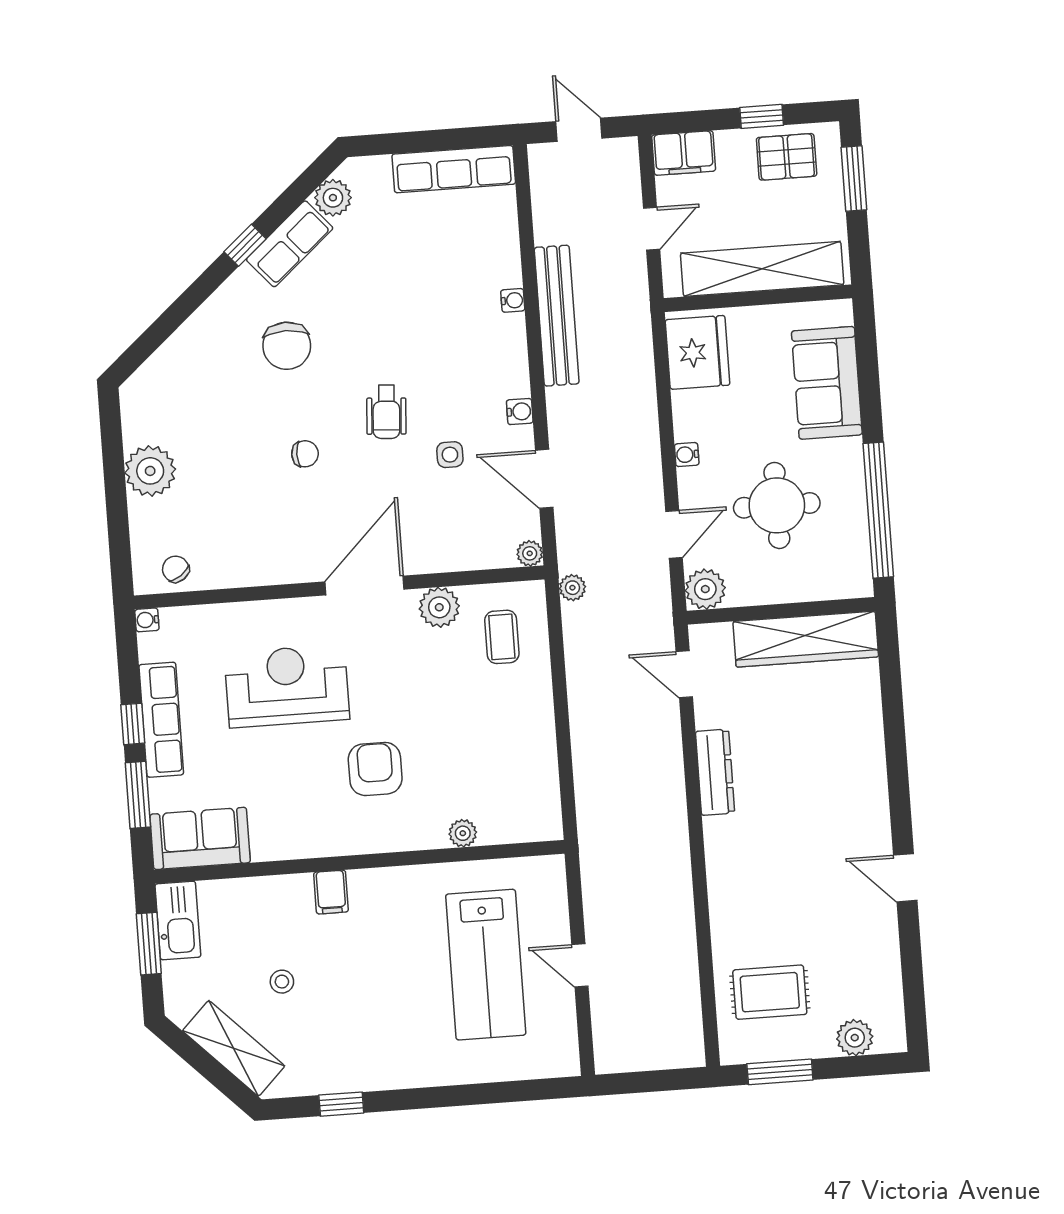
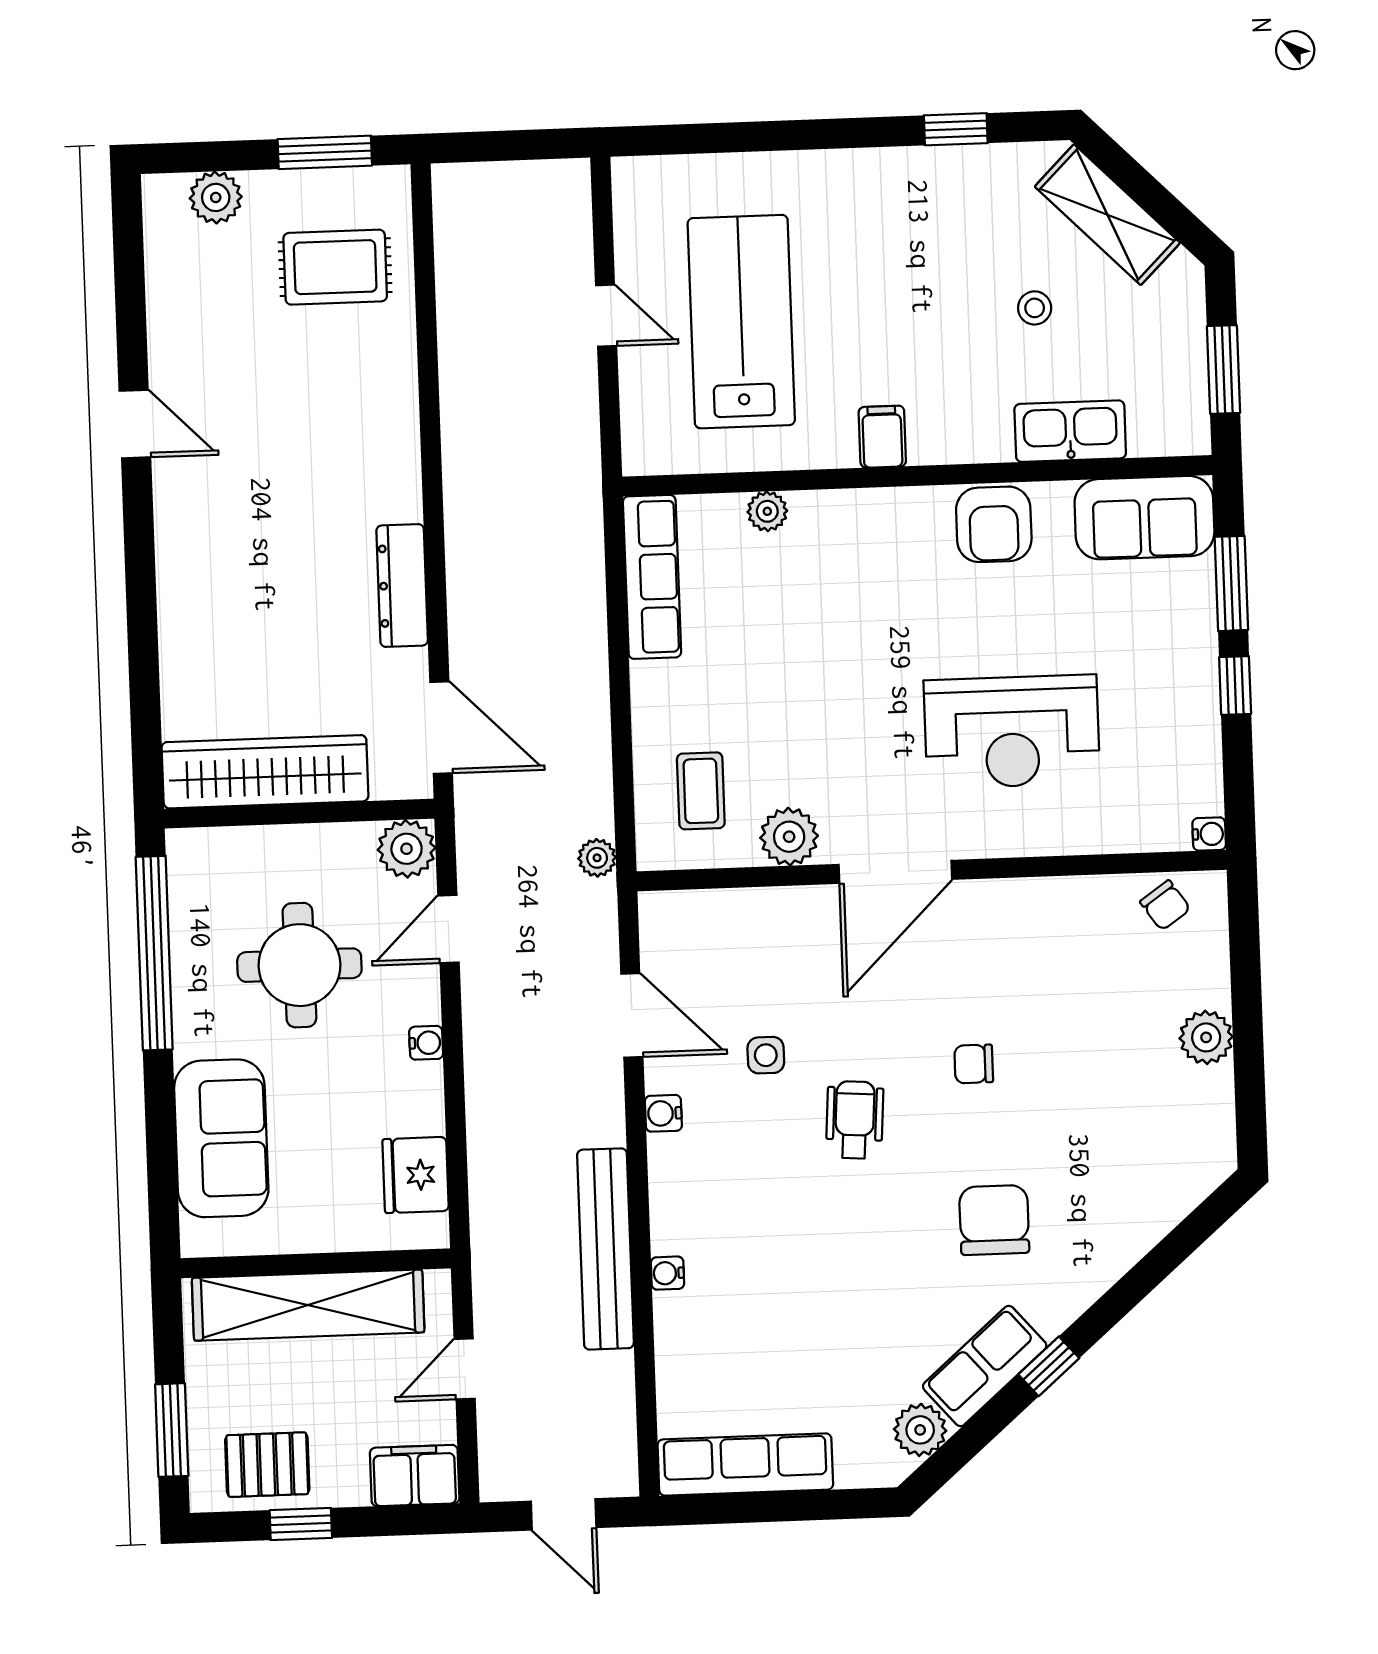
fridge: (697, 352) -> (416, 1175), width x0.73, depth x0.75
plant: (150, 471) -> (1206, 1037), width x0.73, depth x0.73
plant: (530, 553) -> (657, 909), removed
door: (684, 674) -> (441, 728), width x1.38
row of seats: (161, 720) -> (652, 577), moved, turned 180
armchair: (375, 769) -> (994, 524), moved
filing cabinet: (331, 892) -> (882, 437), moved
kitchen sink: (178, 920) -> (1070, 431), moved, turned 90

